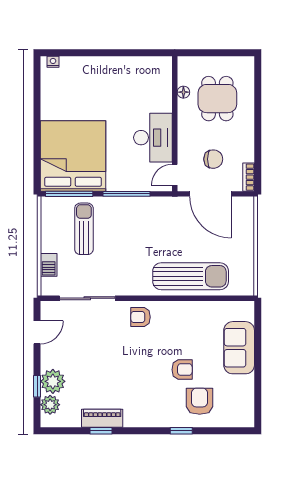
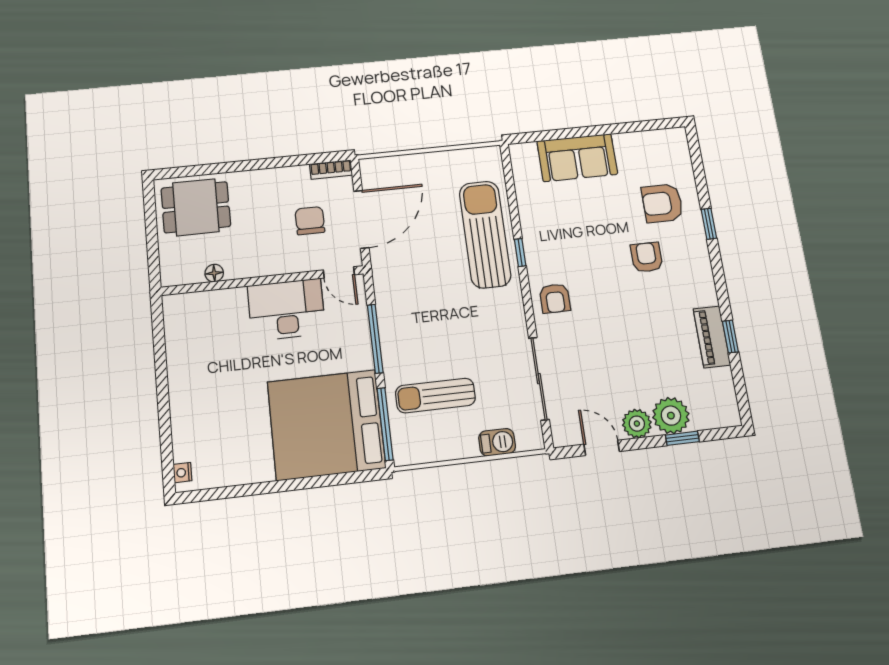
dining table: (217, 99) -> (196, 207), moved
window: (175, 298) -> (520, 253), added
armchair: (182, 370) -> (647, 257), moved
plant: (50, 405) -> (637, 424), moved

